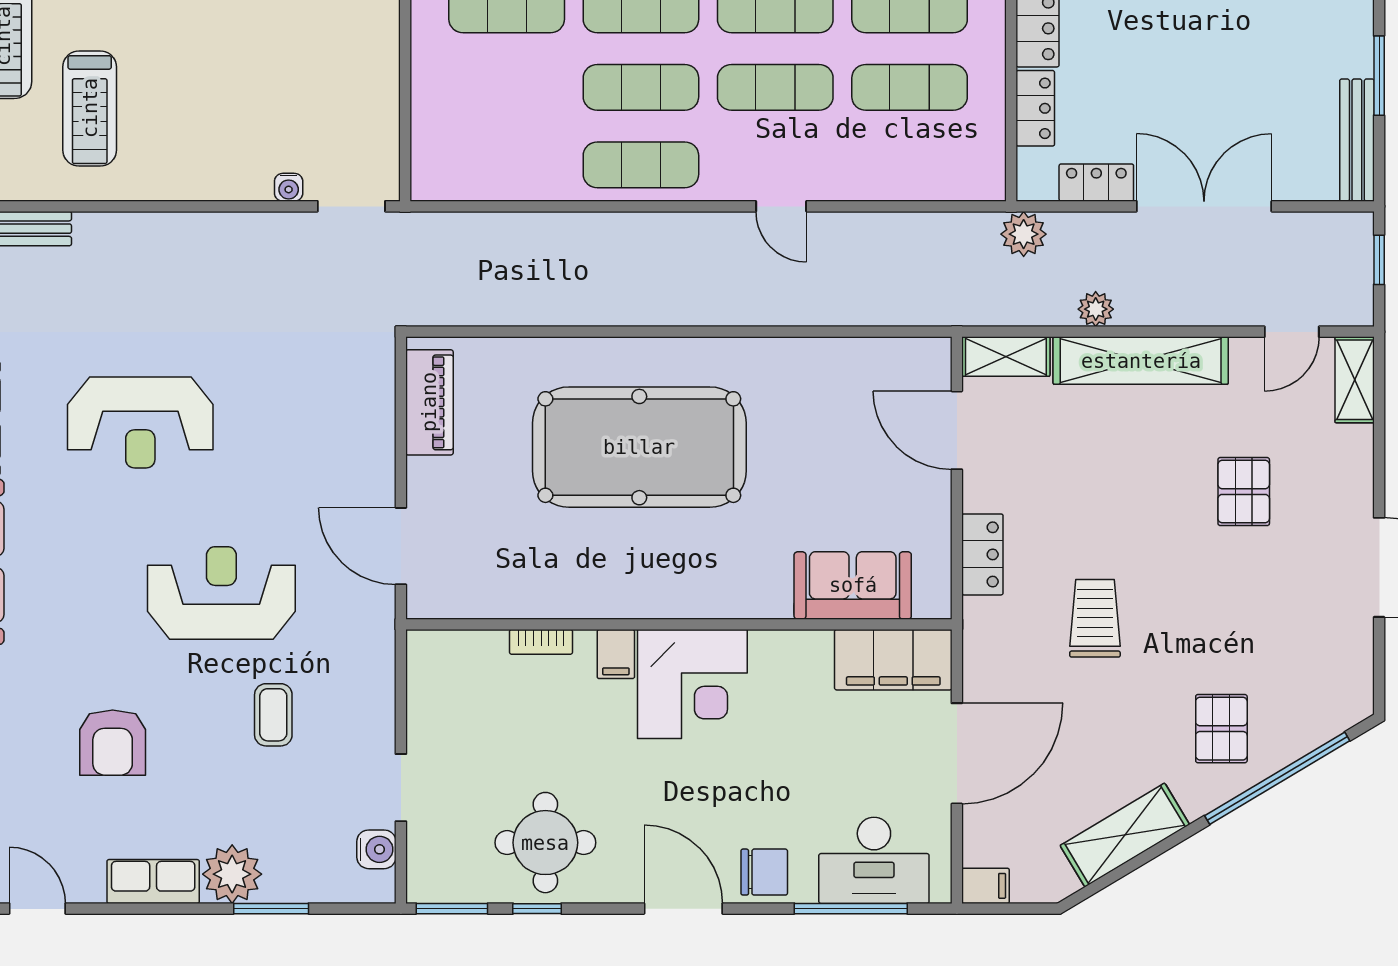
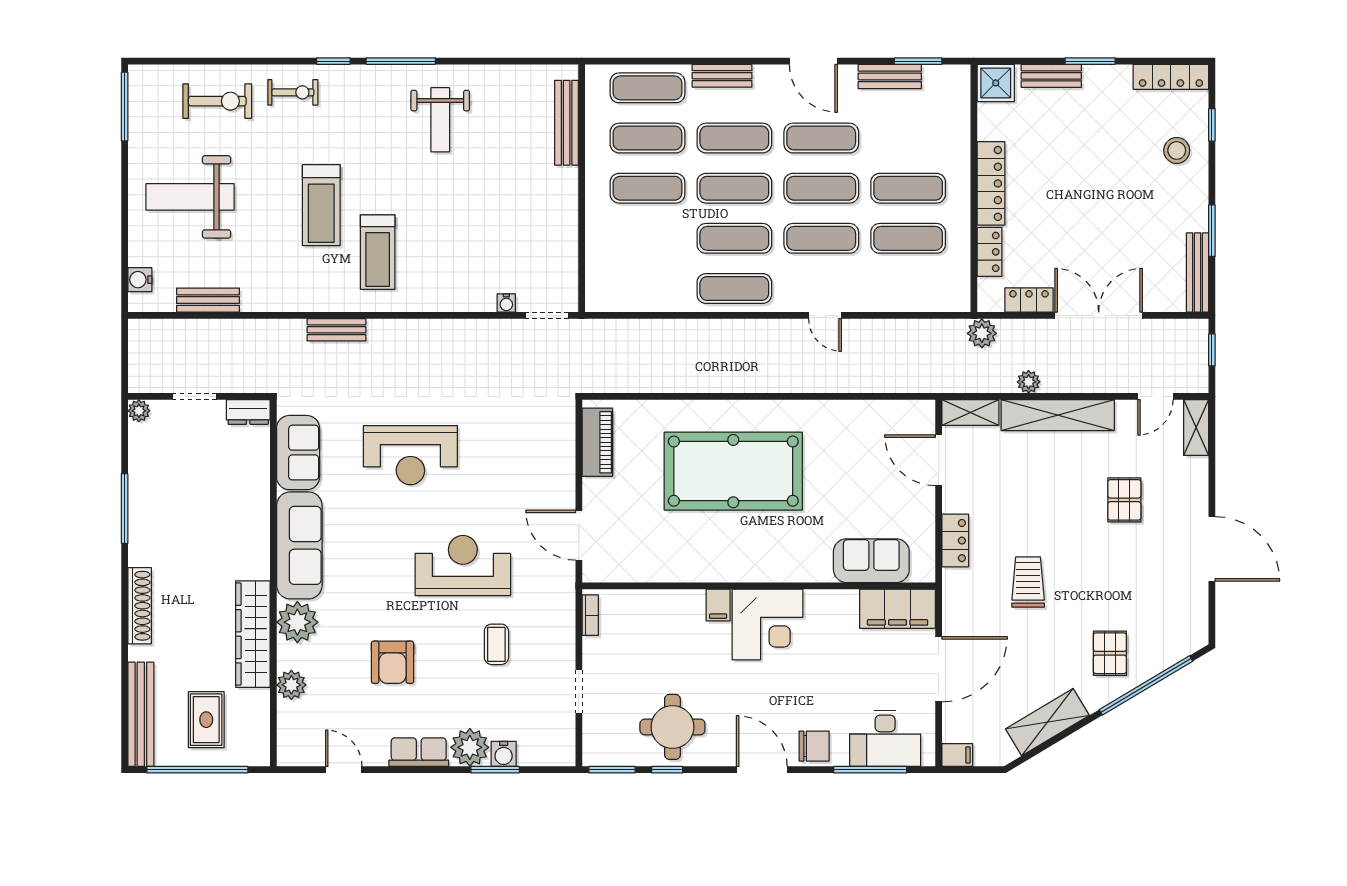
bookcase: (541, 642) -> (590, 615), moved, turned -90
water cooler: (376, 849) -> (504, 754), moved, turned 90

